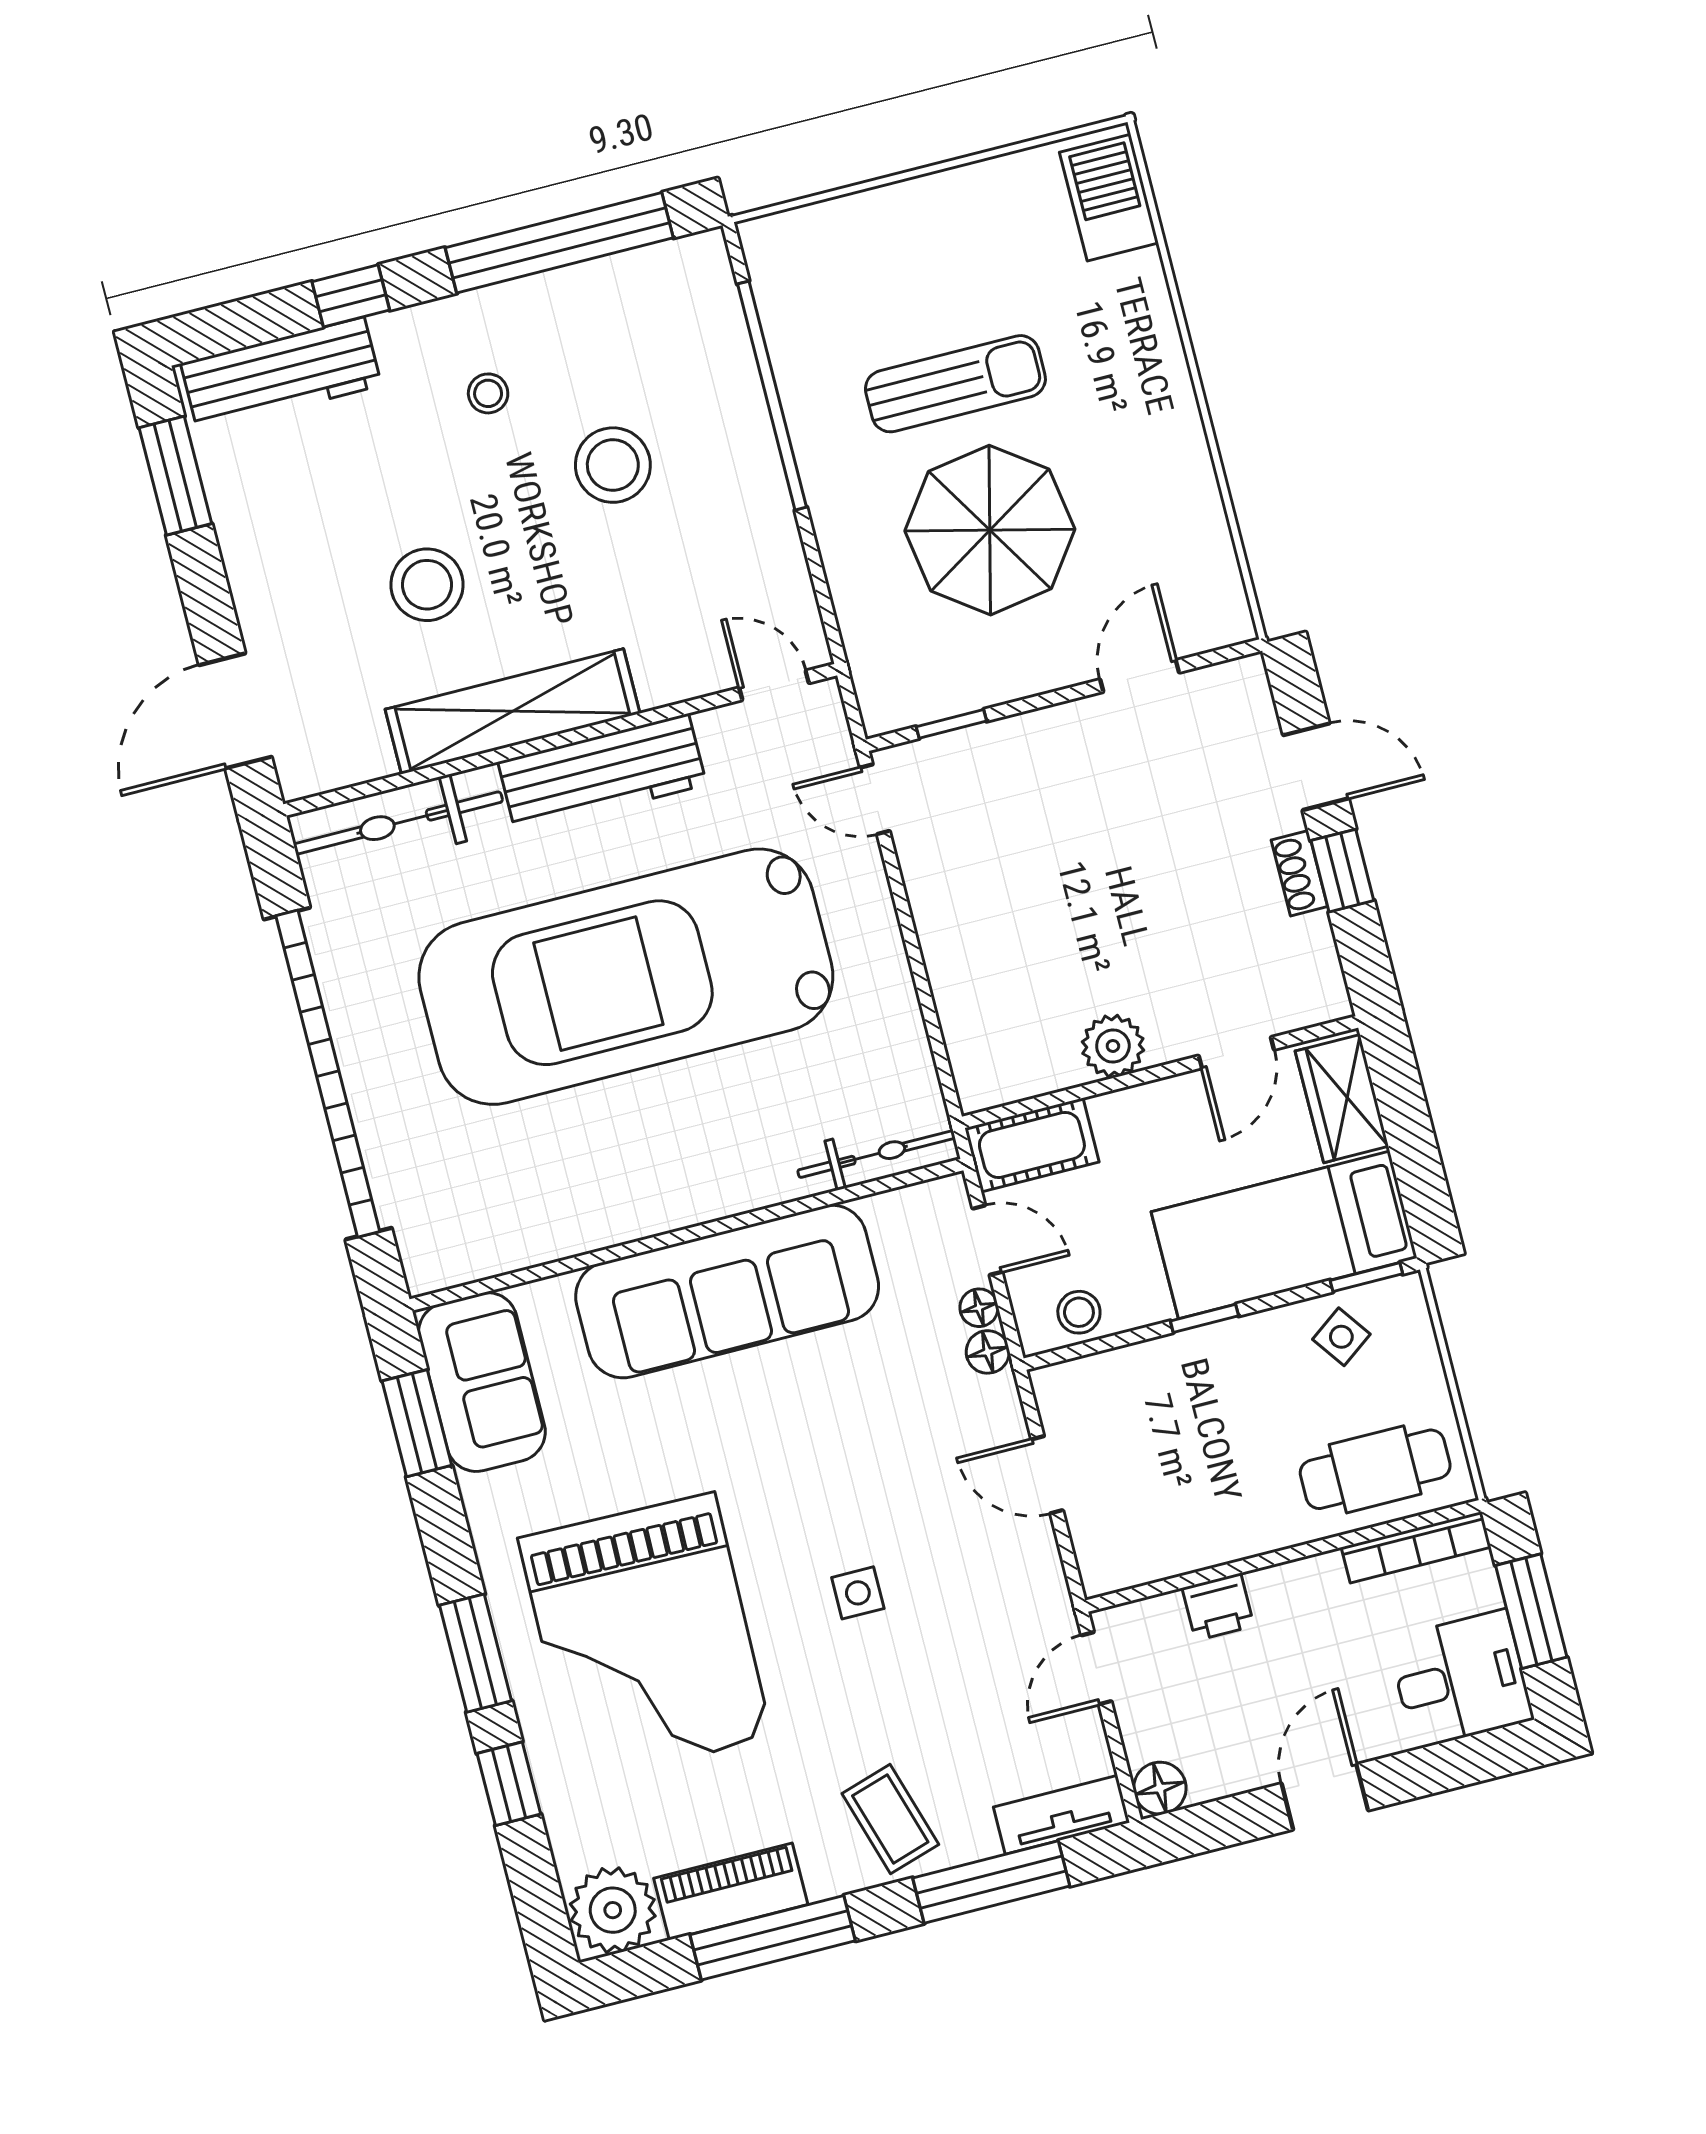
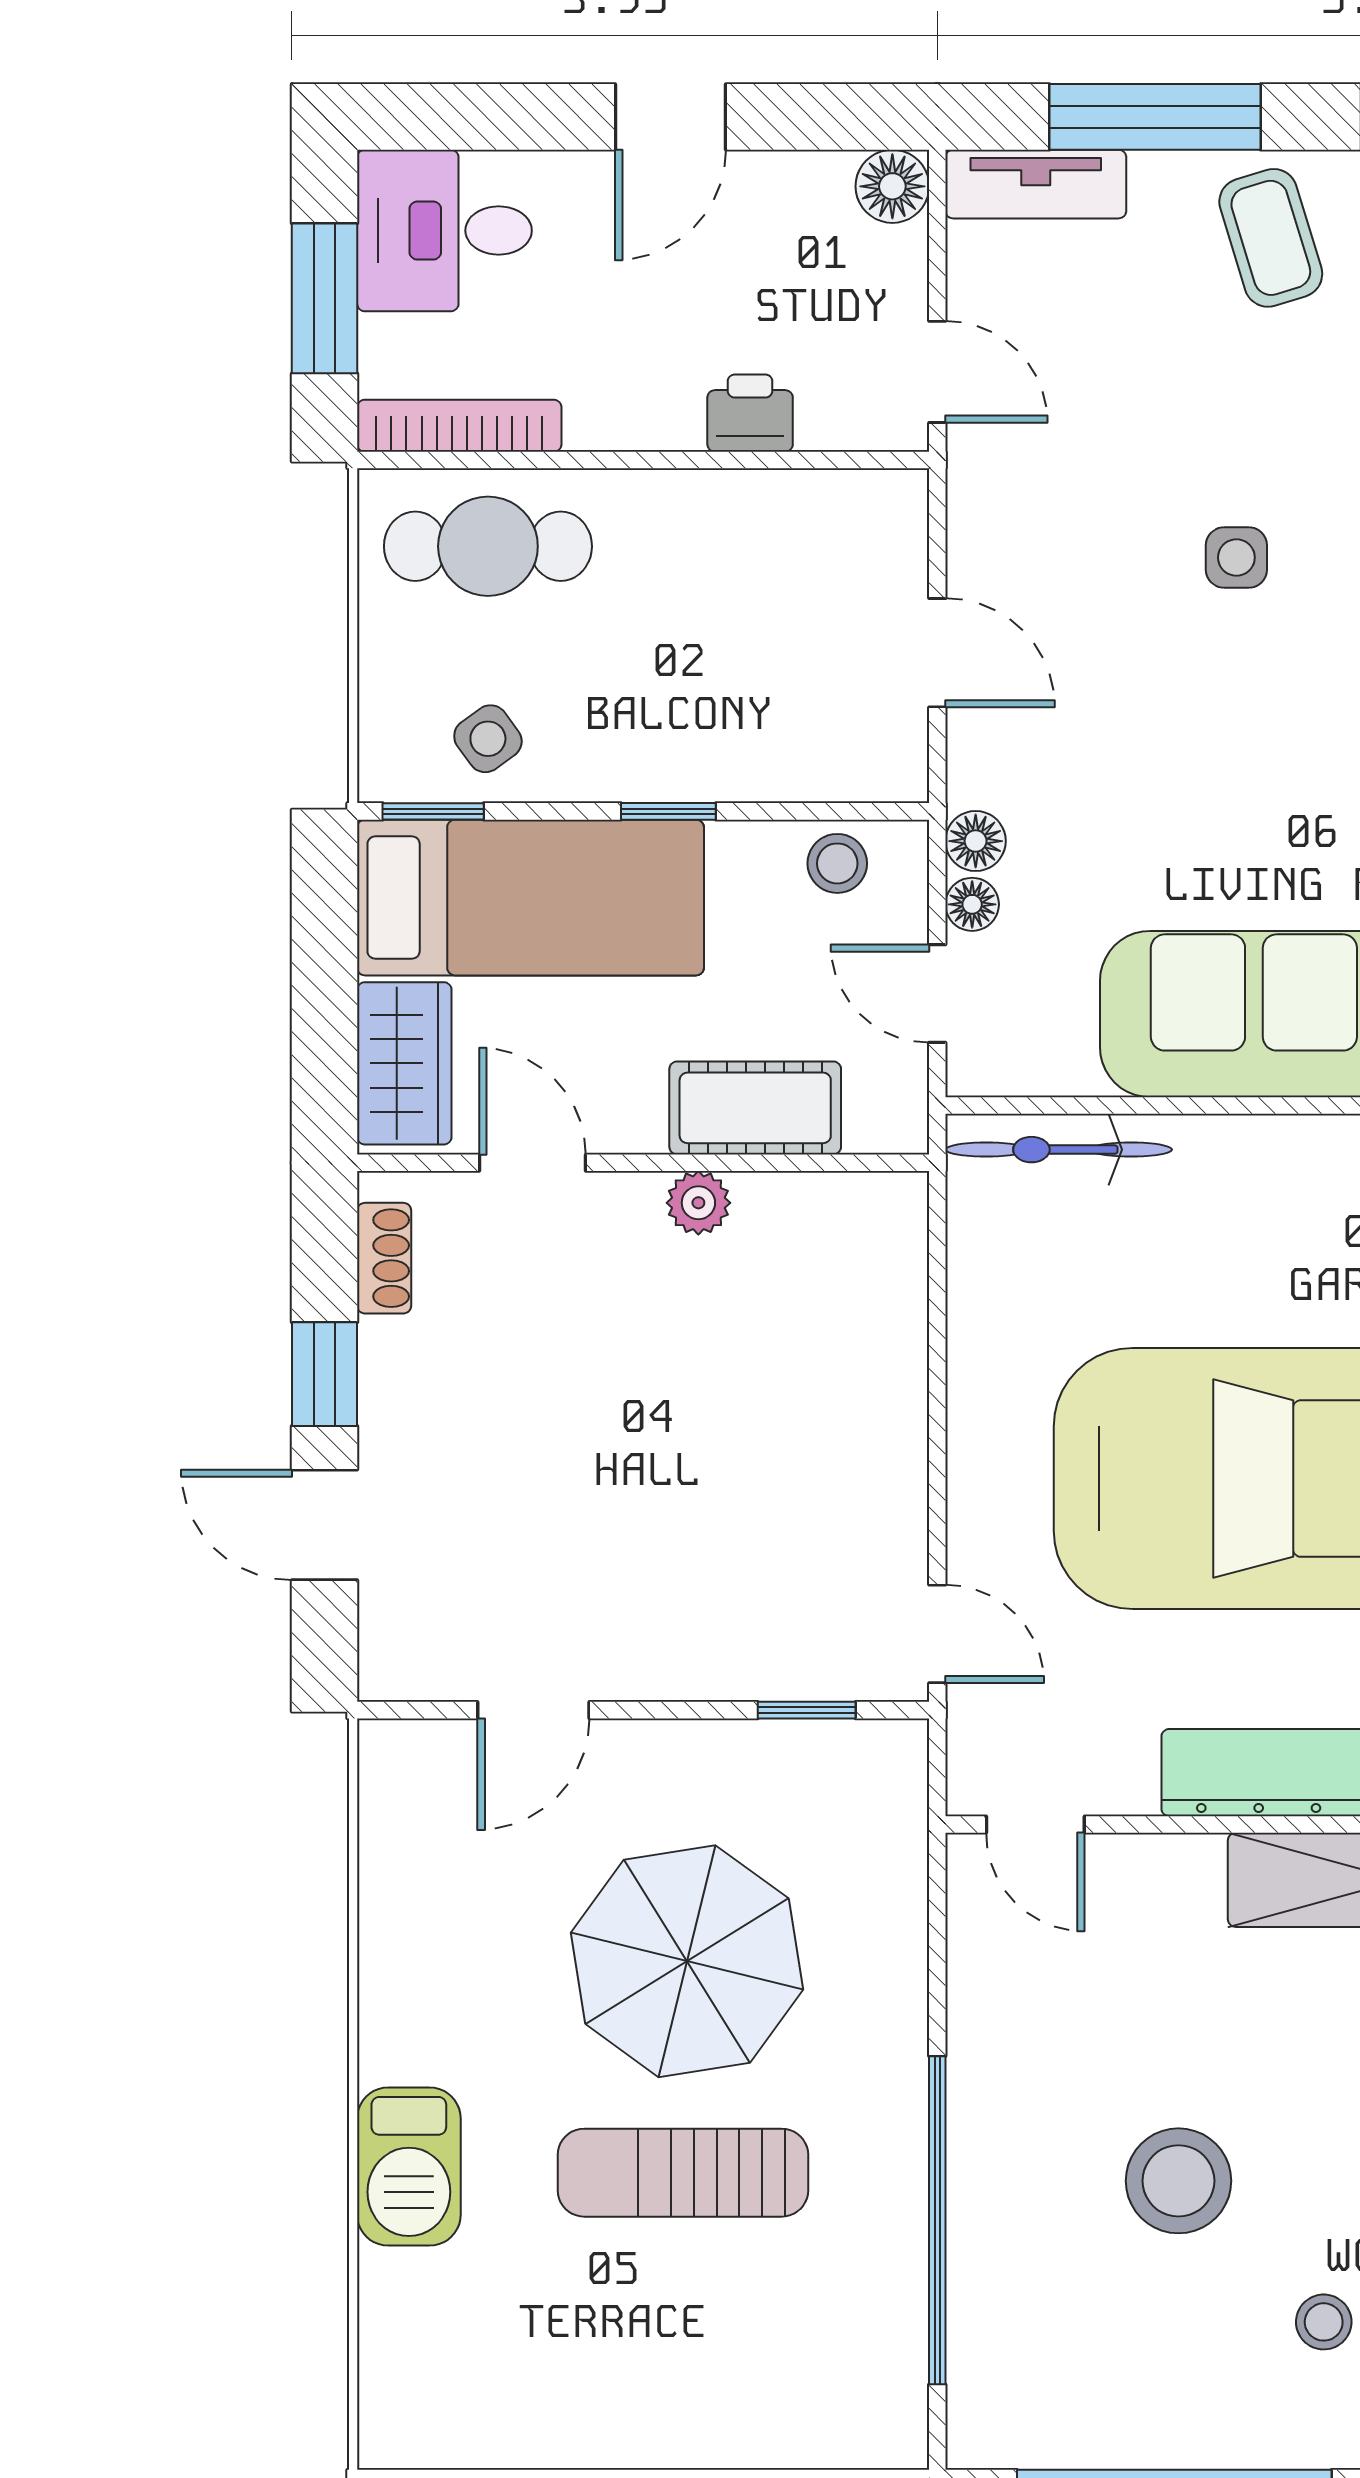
barbecue: (1109, 198) -> (409, 2167), moved
shoe rack: (1299, 873) -> (384, 1258), moved
plant: (1113, 1046) -> (698, 1203), width x0.73, depth x0.73
door: (1236, 1053) -> (532, 1163), hinge flipped
cot: (1032, 1145) -> (755, 1108), moved
door: (1096, 1668) -> (937, 372), hinge flipped

